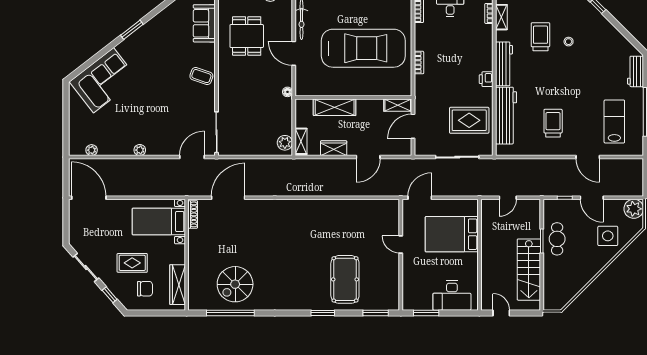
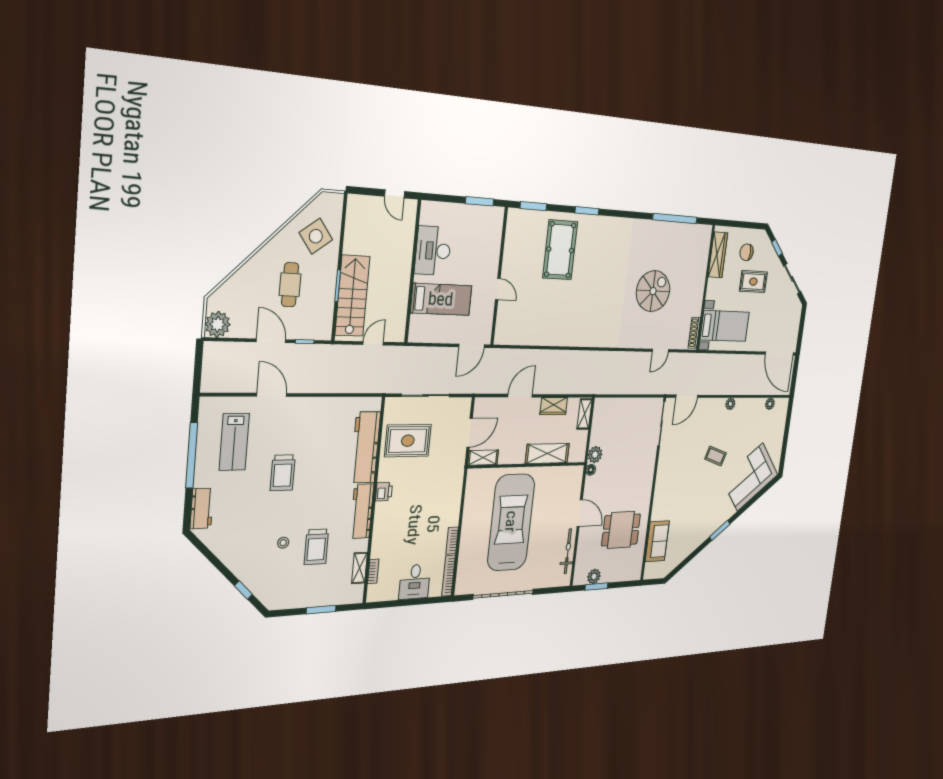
dining table: (247, 36) -> (621, 530), turned 90
car: (363, 48) -> (511, 522), turned 90
bookcase: (419, 63) -> (452, 541), moved
coffee table: (201, 76) -> (716, 456), moved
trolley: (553, 123) -> (283, 473), moved
plant: (285, 143) -> (595, 455), moved
door: (228, 198) -> (660, 351), width x0.53
bed: (452, 234) -> (441, 299), width x0.67
side table: (608, 236) -> (316, 236), moved, turned -37
cafe table: (557, 239) -> (290, 285), moved
stairs: (529, 270) -> (352, 296), moved
spiral stairs: (235, 284) -> (653, 291), moved
desk: (452, 296) -> (433, 251), moved, turned -90

